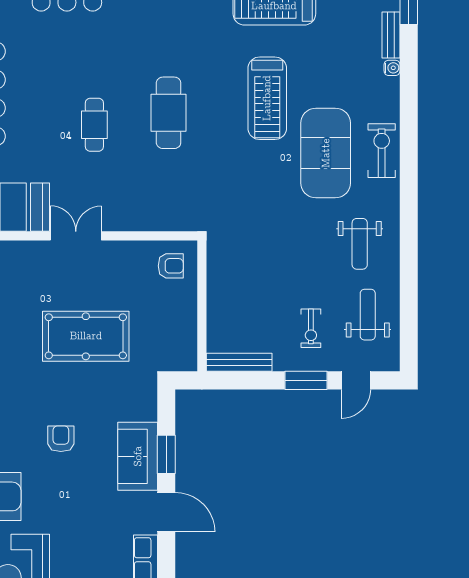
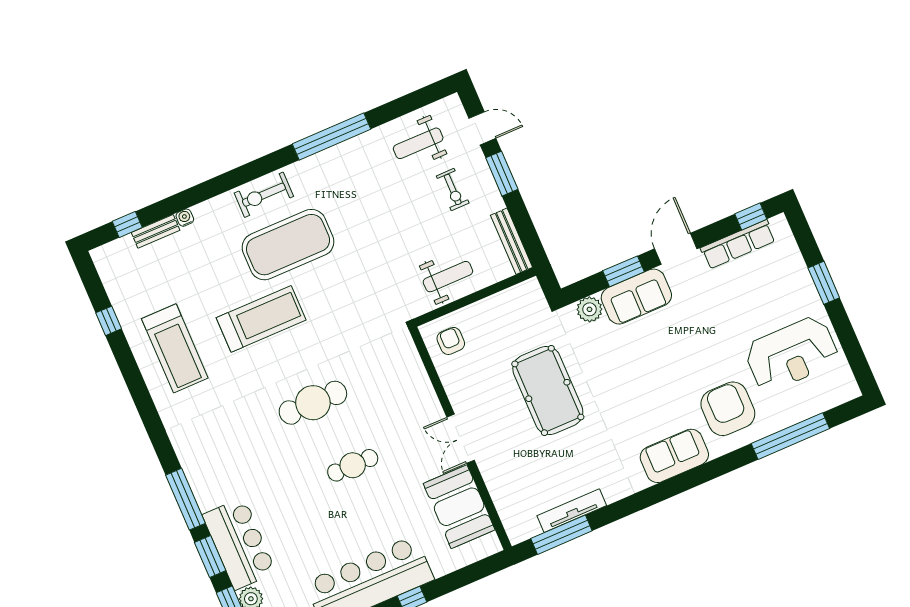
window: (409, 237) -> (331, 137), added
weight bench: (360, 244) -> (448, 277), moved
exercise bike: (311, 328) -> (453, 189), turned 90
plant: (145, 408) -> (589, 309), added
armchair: (61, 439) -> (650, 373), removed

